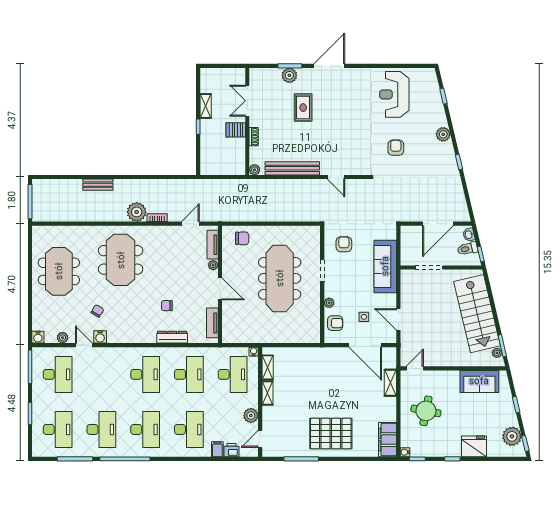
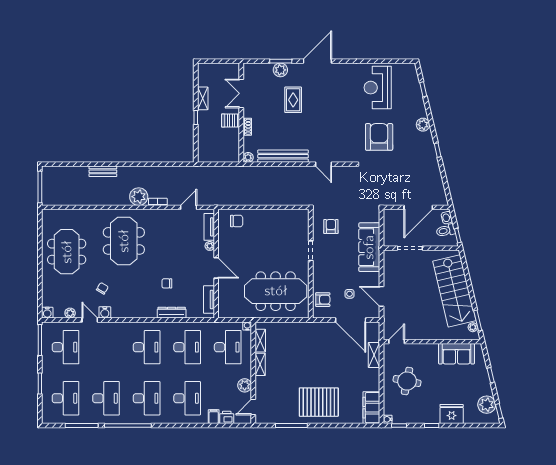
armchair: (396, 148) -> (379, 137), width x1.88, depth x1.88
meeting table: (280, 278) -> (276, 291), moved, turned 90
plant: (329, 303) -> (317, 281), removed

